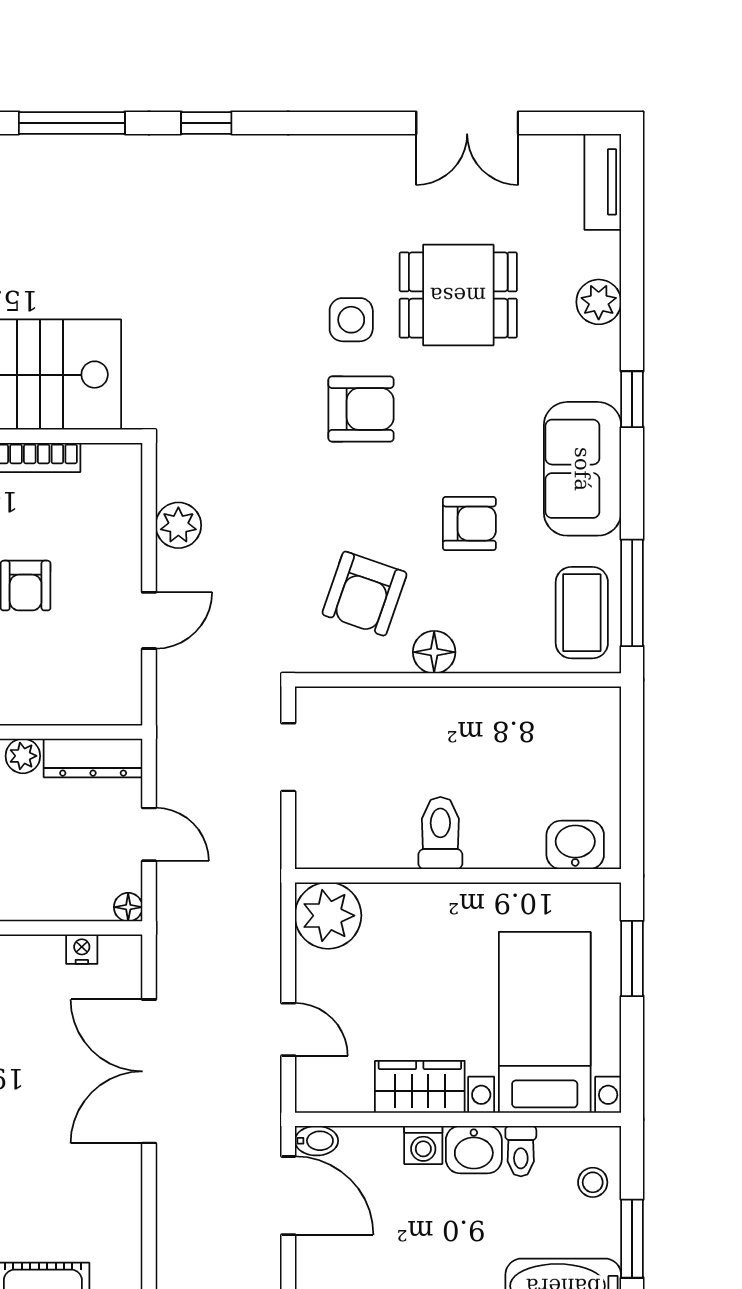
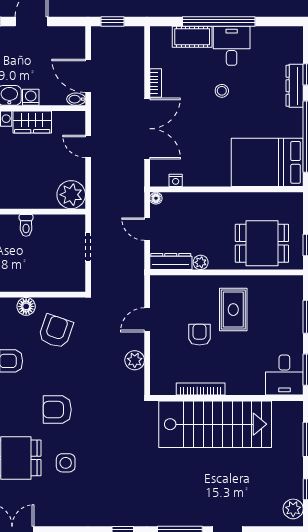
side table: (351, 320) -> (66, 463), moved
doorway: (288, 757) -> (88, 247), moved
toilet: (440, 833) -> (26, 225), width x0.73, depth x0.72
bookcase: (129, 1179) -> (156, 83), added

